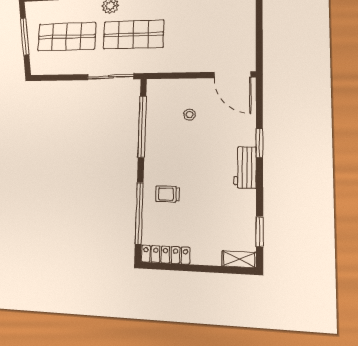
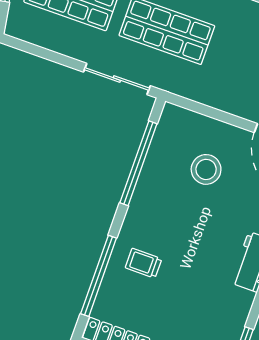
stool: (190, 115) -> (206, 169), width x1.89, depth x1.89

